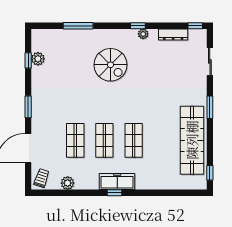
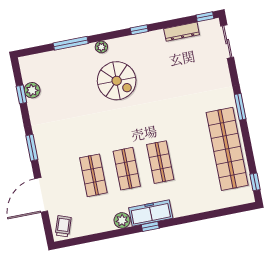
plant: (143, 34) -> (101, 47), moved
sliding door: (210, 61) -> (227, 42), moved
plant: (68, 183) -> (122, 220), moved

